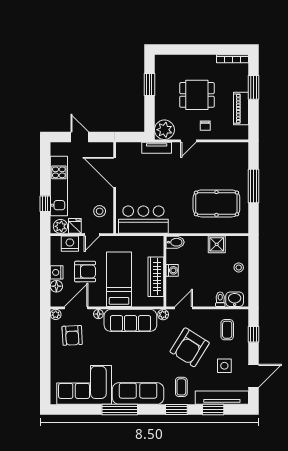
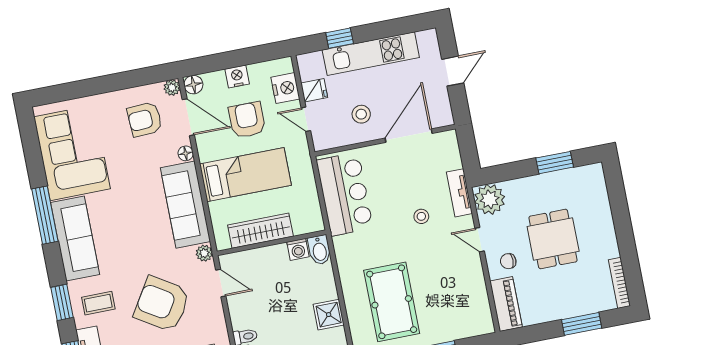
piano: (241, 109) -> (506, 304), moved, turned 90
stool: (167, 174) -> (421, 216), added
stool: (100, 211) -> (361, 114), moved
plant: (60, 226) -> (309, 68), removed
washing machine: (172, 270) -> (298, 249), moved
armchair: (85, 272) -> (247, 120), turned 180
floor lamp: (56, 286) -> (193, 85), moved

